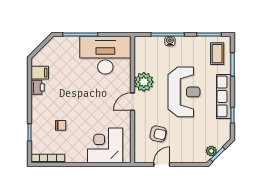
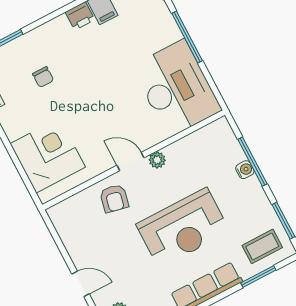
plant: (144, 82) -> (157, 160), width x0.53, depth x0.53
armchair: (158, 134) -> (114, 198), moved
door: (162, 164) -> (81, 284), moved

